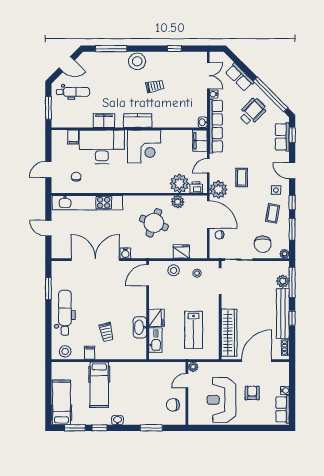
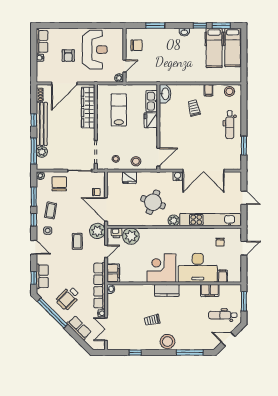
filing cabinet: (104, 121) -> (210, 290), moved
plant: (178, 202) -> (174, 220), moved
dental chair: (65, 313) -> (230, 125), width x0.73, depth x0.72
washbasin: (140, 327) -> (165, 94), moved
hospital bed: (99, 385) -> (214, 48), moved, turned 180

